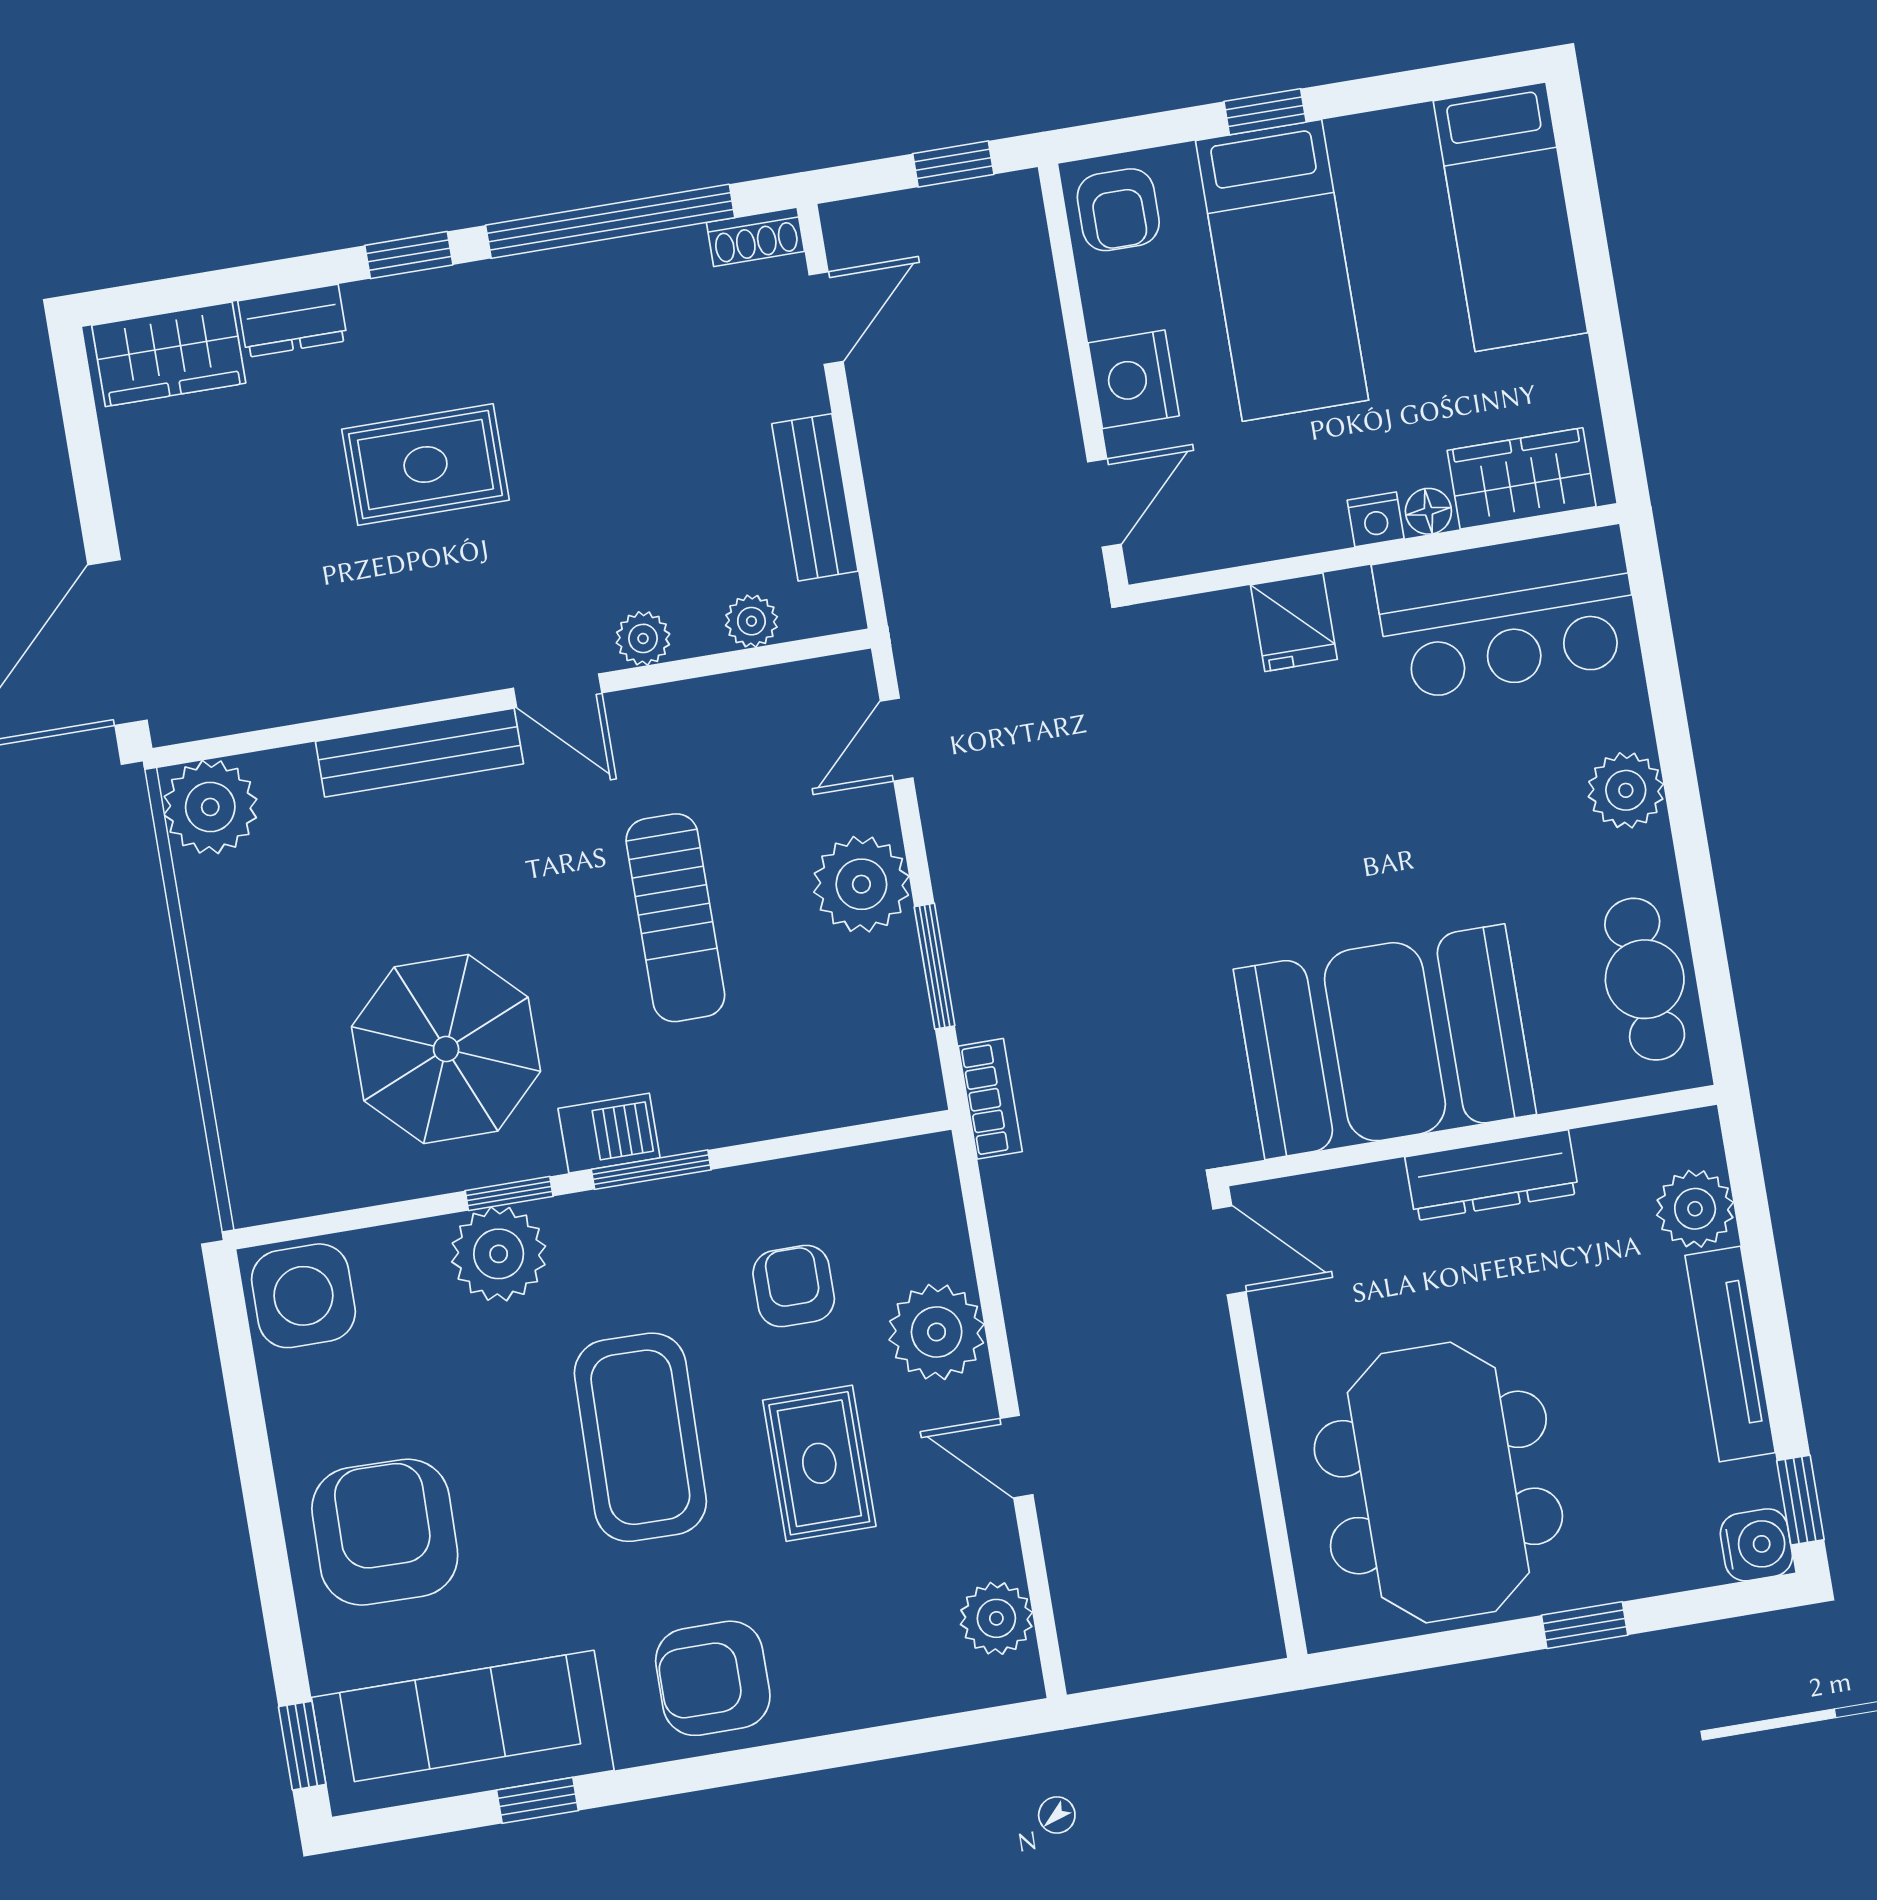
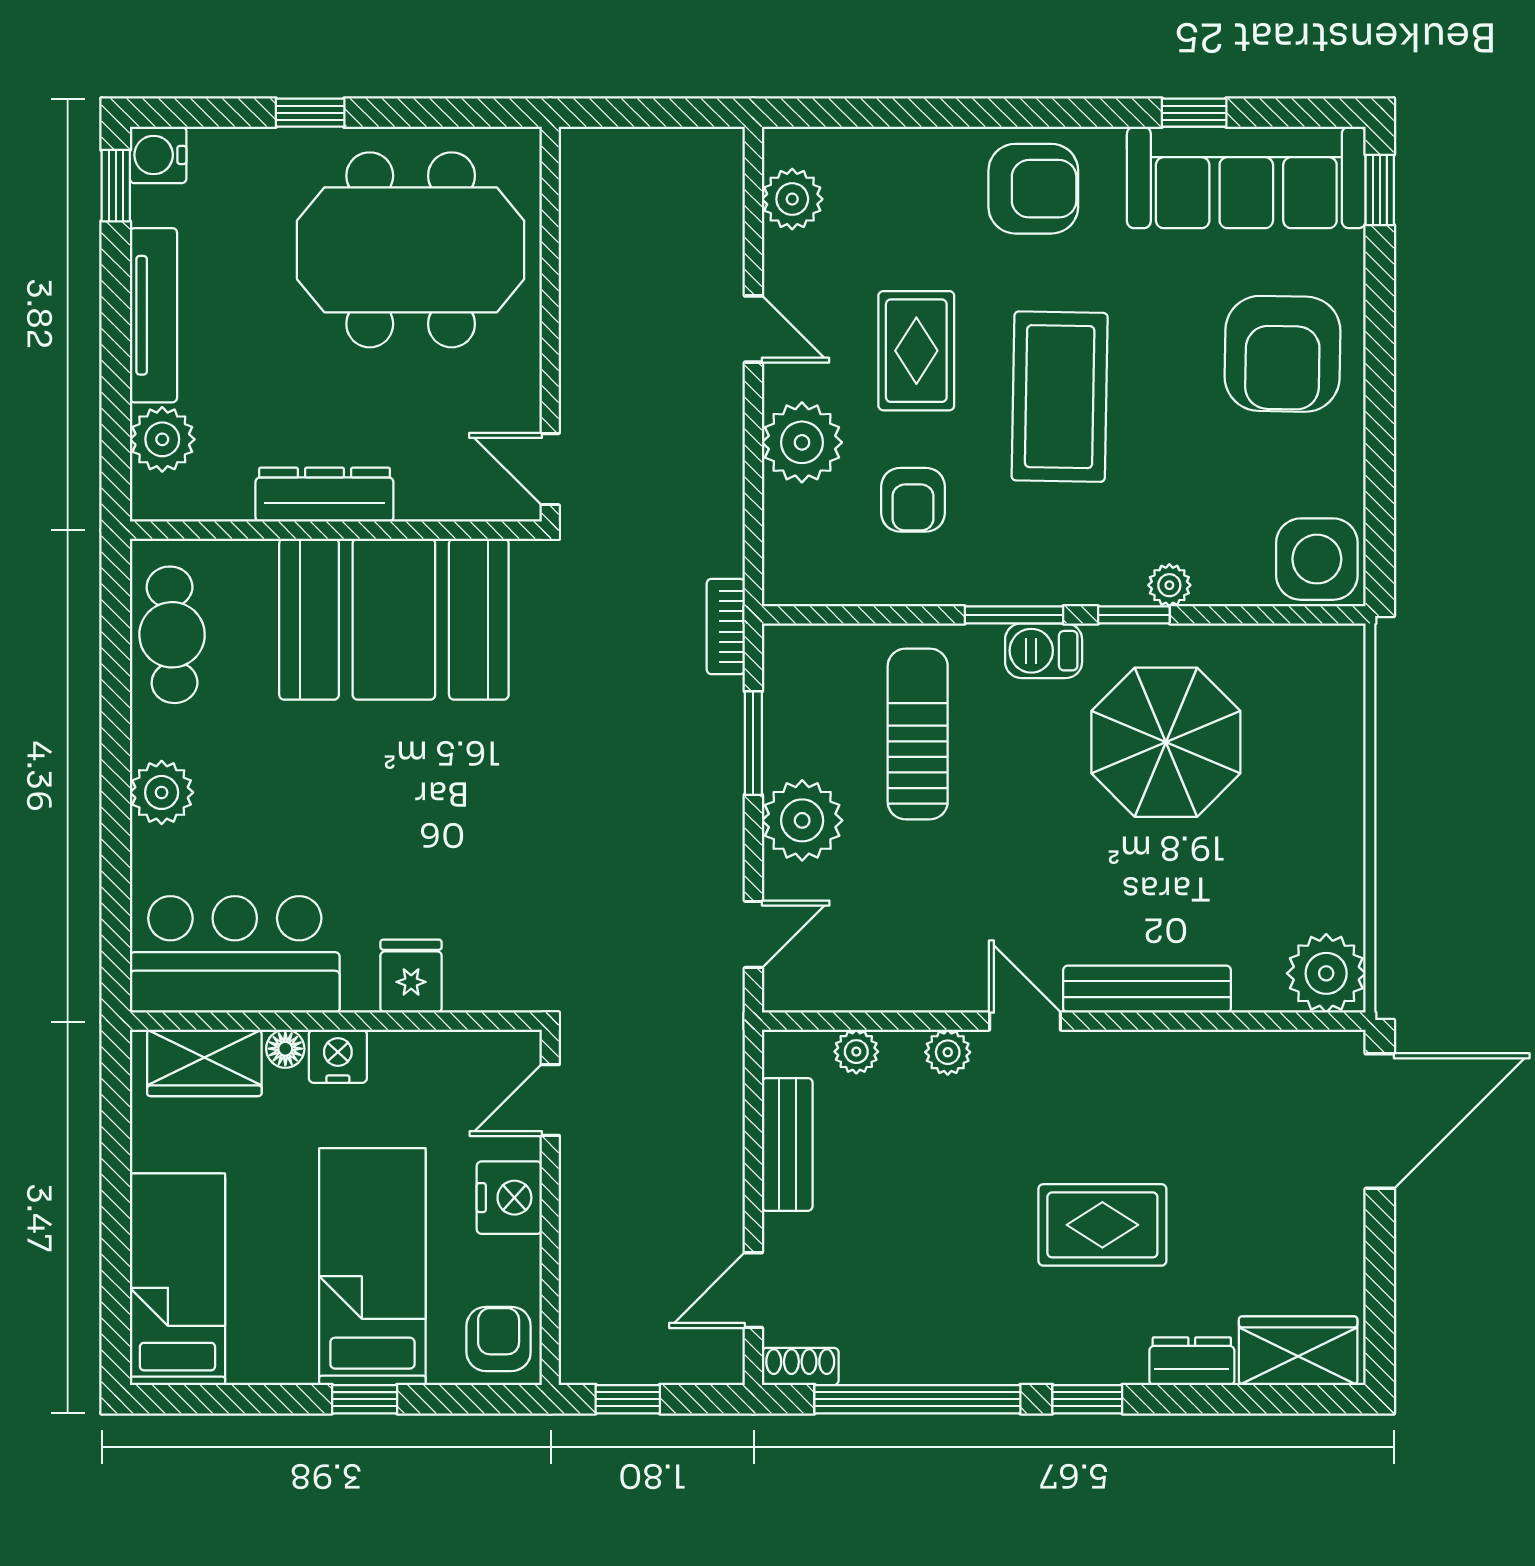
nightstand: (1376, 519) -> (338, 1056), width x1.39, depth x1.35
sun lounger: (675, 918) -> (918, 734), moved
plant: (499, 1254) -> (1169, 585), width x0.53, depth x0.53
meeting table: (1438, 1483) -> (411, 250), turned 90

